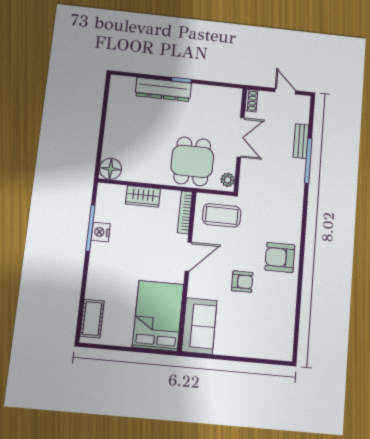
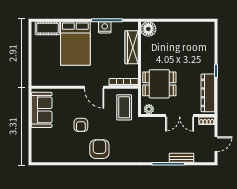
dresser: (163, 89) -> (208, 93), moved
wardrobe: (143, 196) -> (132, 47), width x1.50
bed: (158, 316) -> (75, 44), moved, turned 90
sofa: (199, 326) -> (42, 110), moved, turned -90

